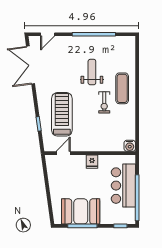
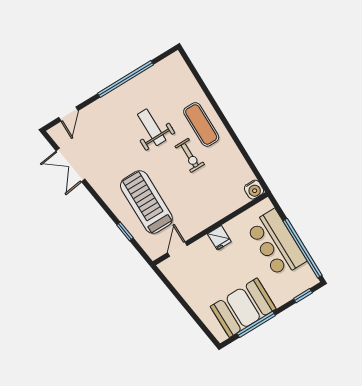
double door: (31, 65) -> (71, 165), width x0.73

